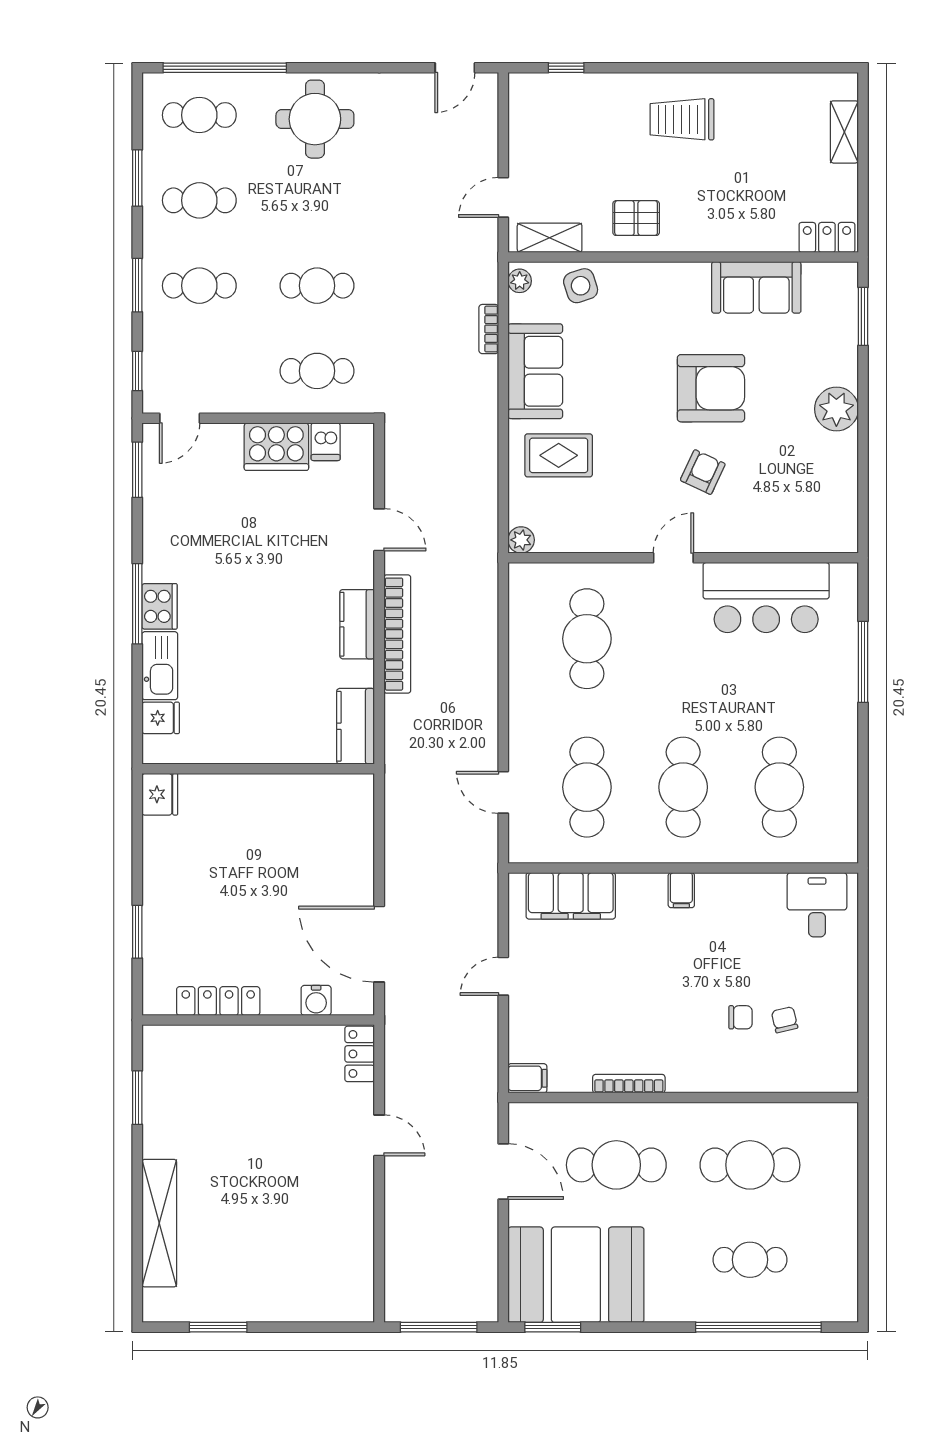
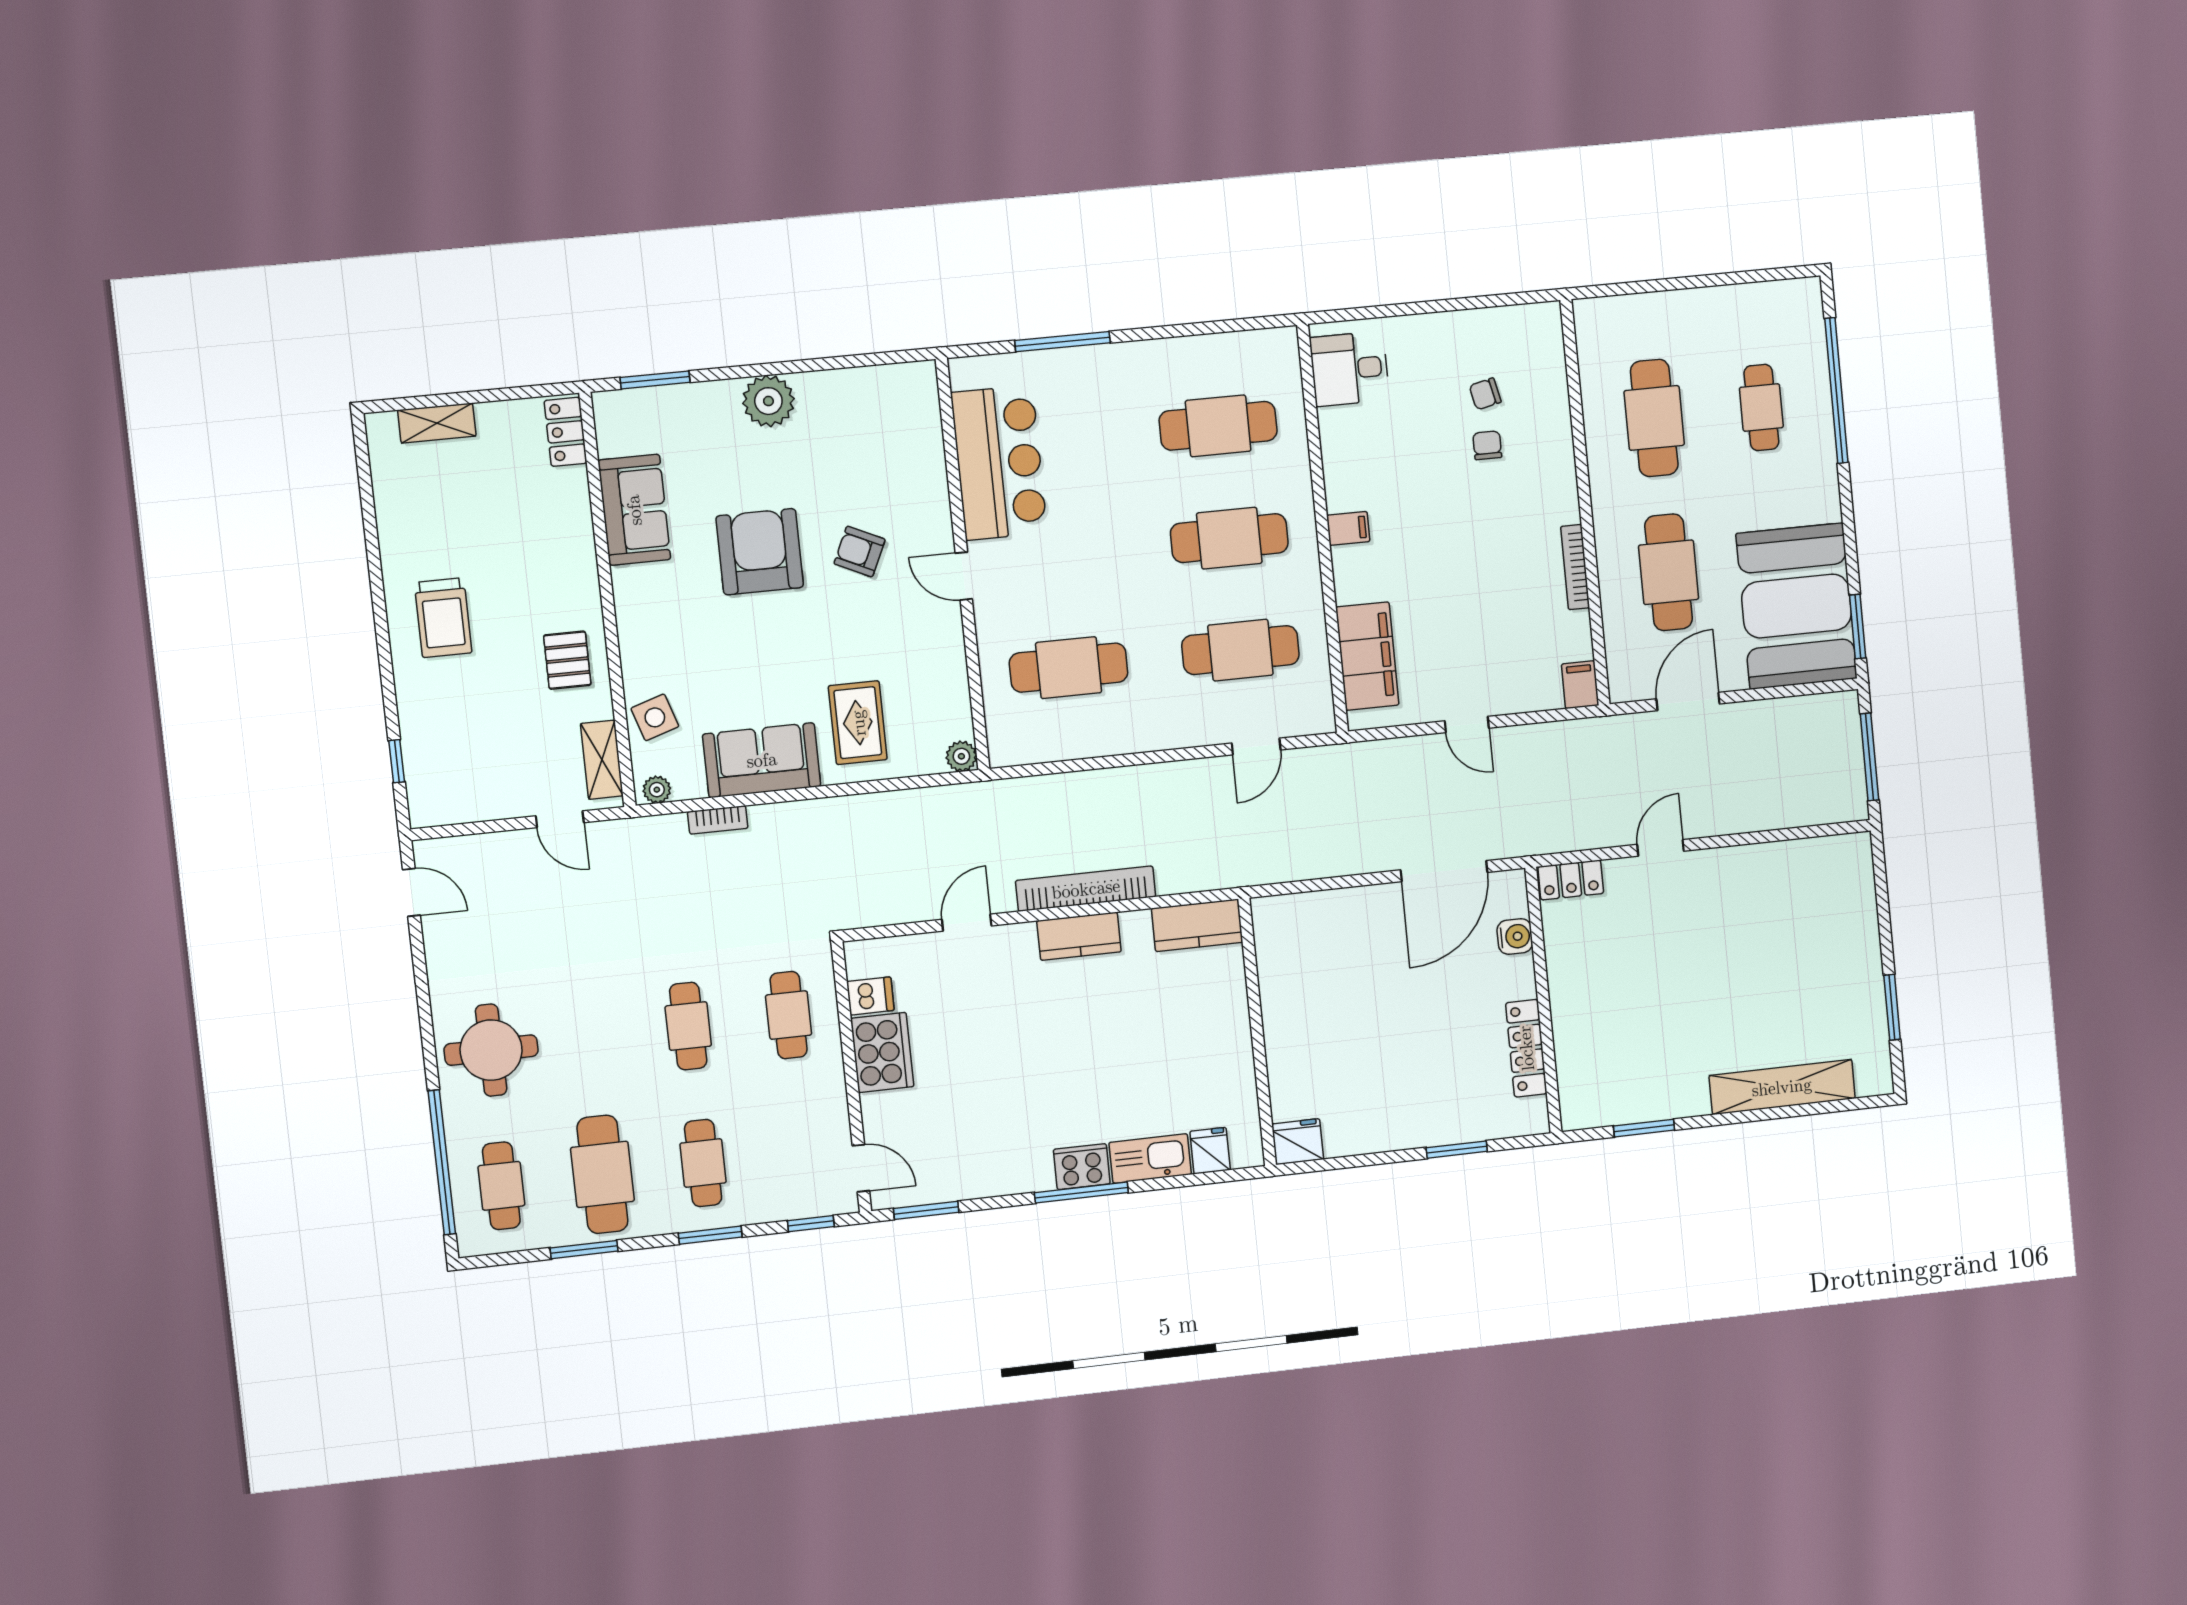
cafe table: (199, 200) -> (602, 1174), width x1.37, depth x1.35

